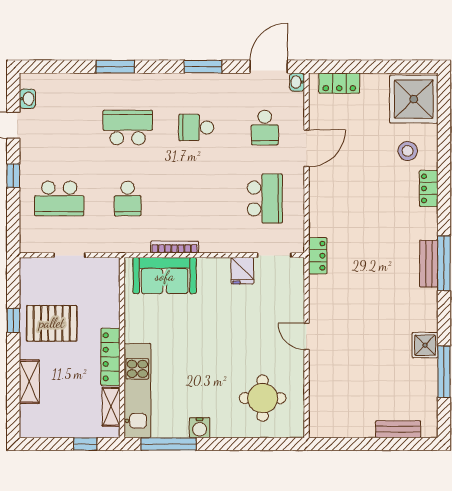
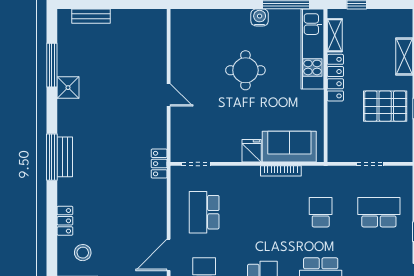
fridge: (242, 271) -> (252, 151), moved
round table: (263, 398) -> (245, 70), moved

